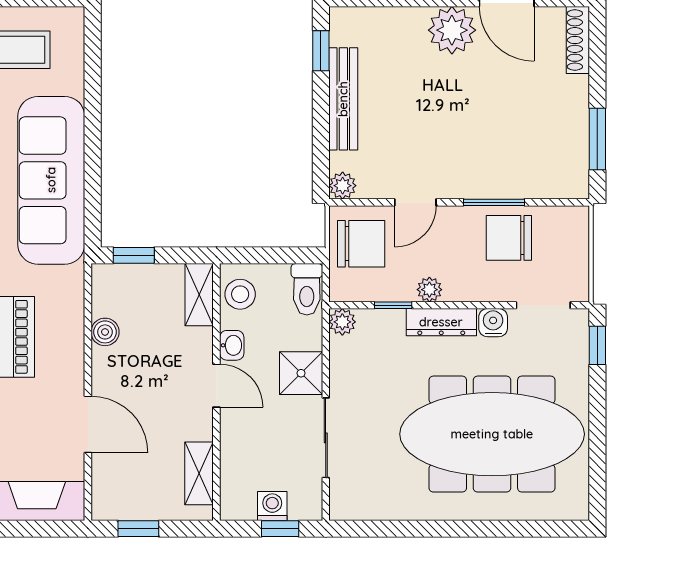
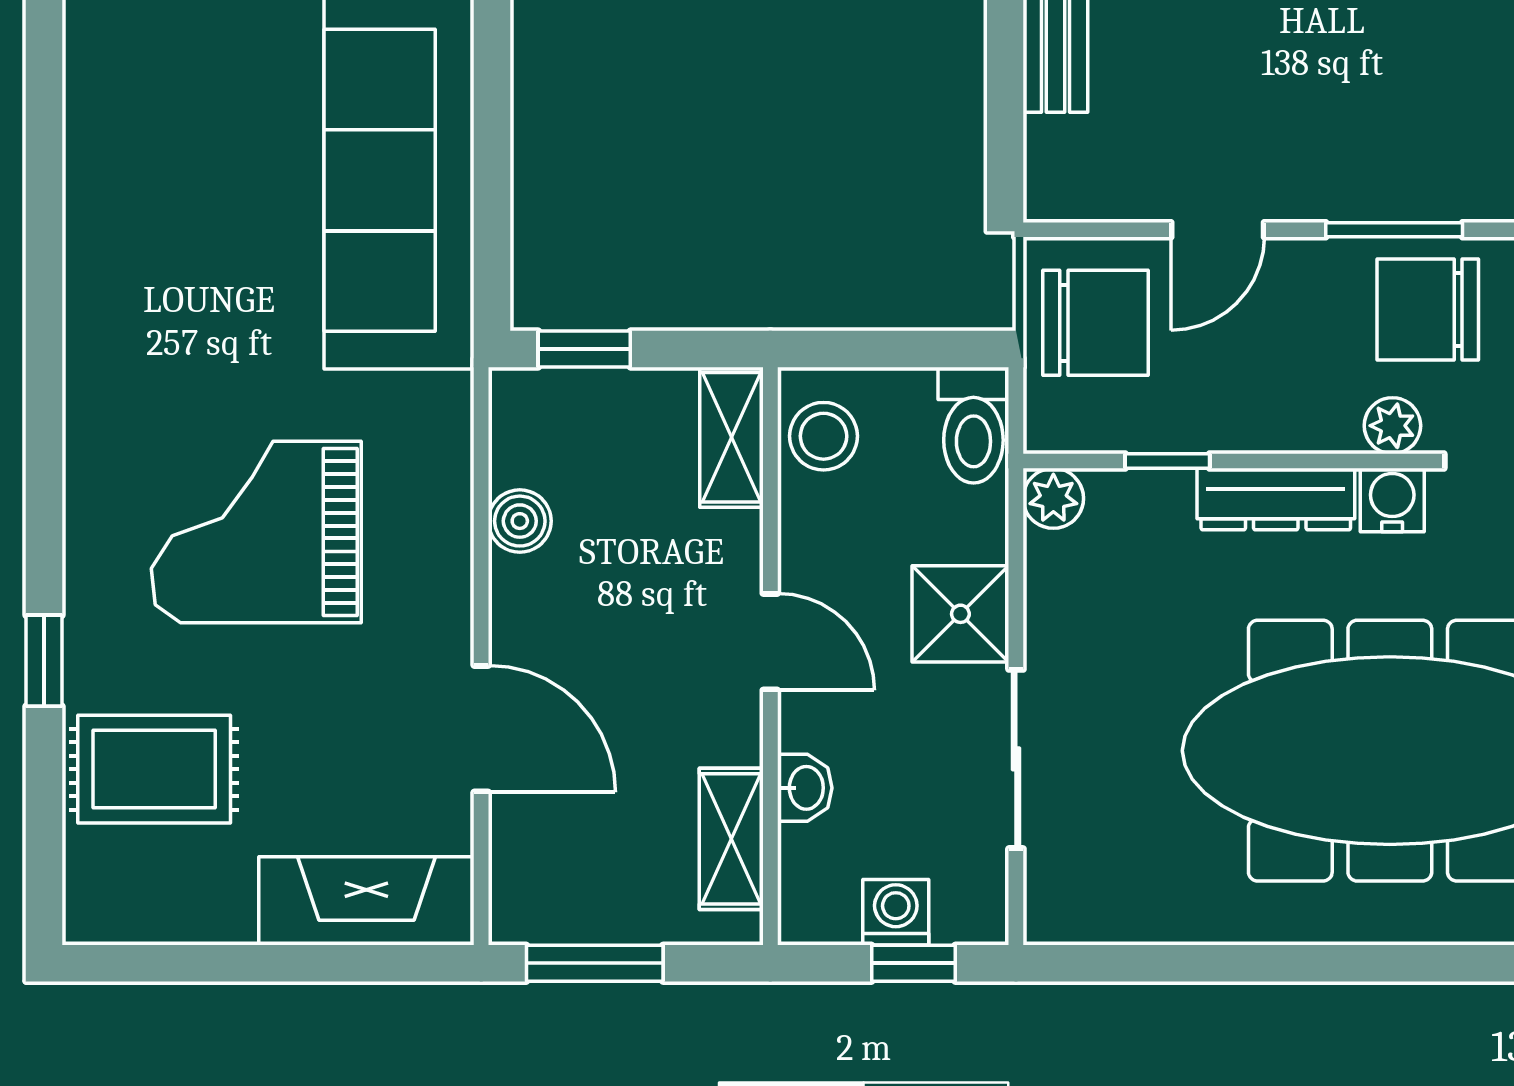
plant: (343, 186) -> (1054, 192), removed
plant: (429, 290) -> (1392, 426), moved
washbasin: (232, 345) -> (805, 788), moved
window: (138, 529) -> (595, 963), width x1.50

